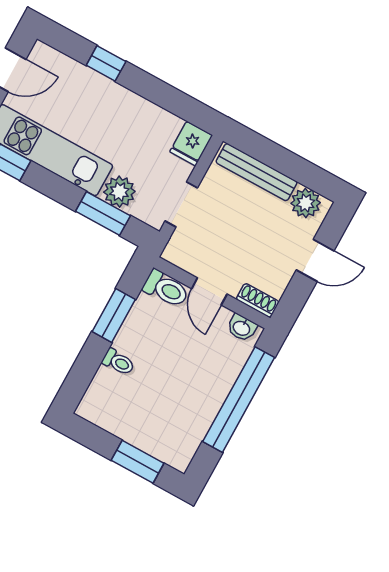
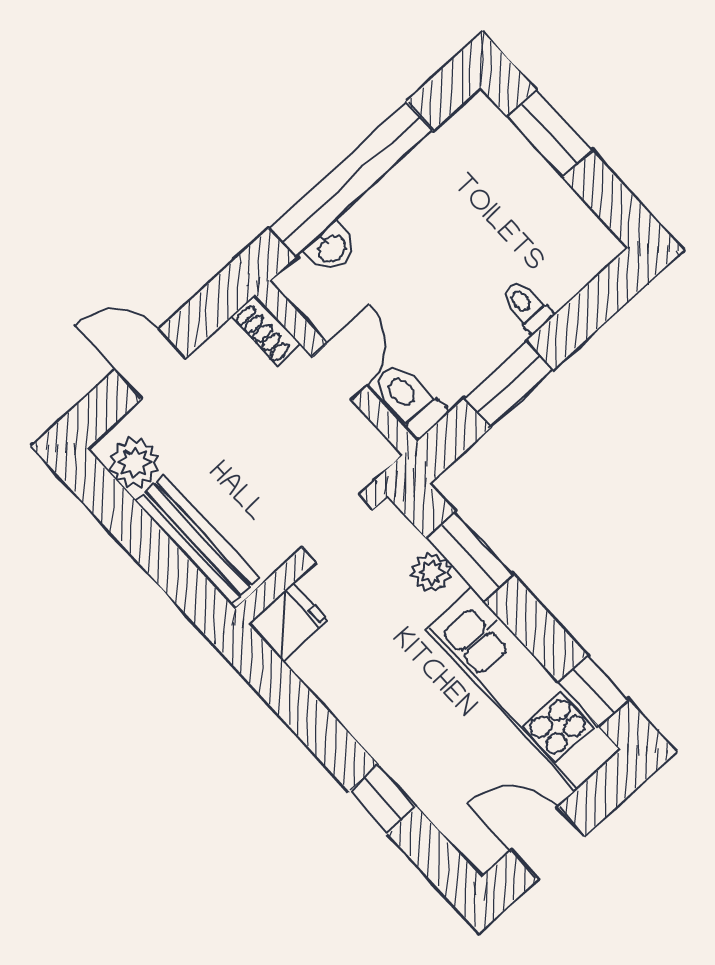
plant: (119, 192) -> (432, 573), width x0.73, depth x0.73
washbasin: (242, 328) -> (331, 248), moved, turned 90

